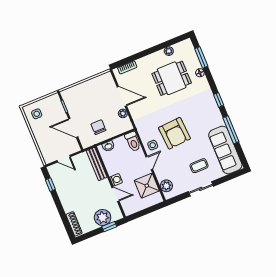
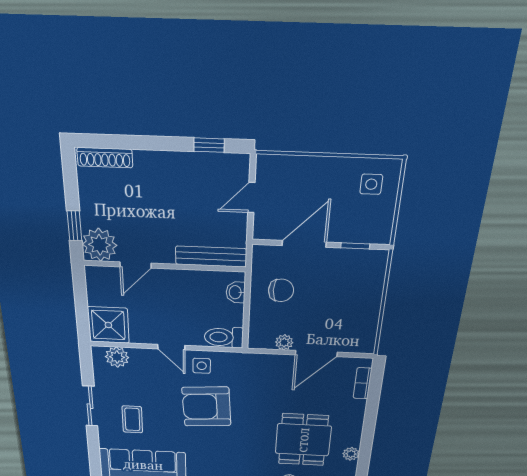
washing machine: (116, 180) -> (164, 278), removed
shower: (147, 186) -> (108, 325), moved
plant: (103, 217) -> (100, 245), moved

